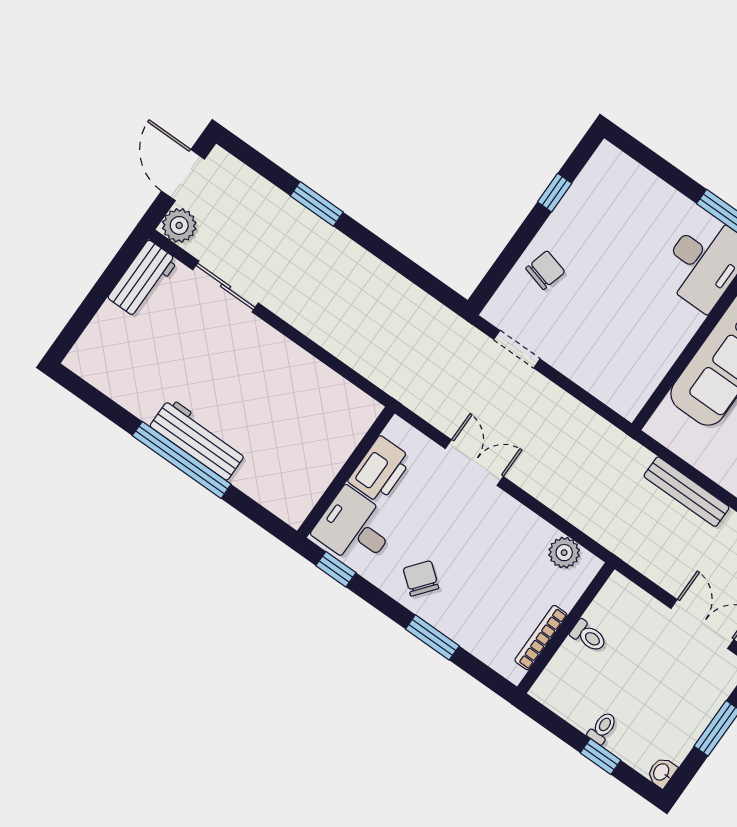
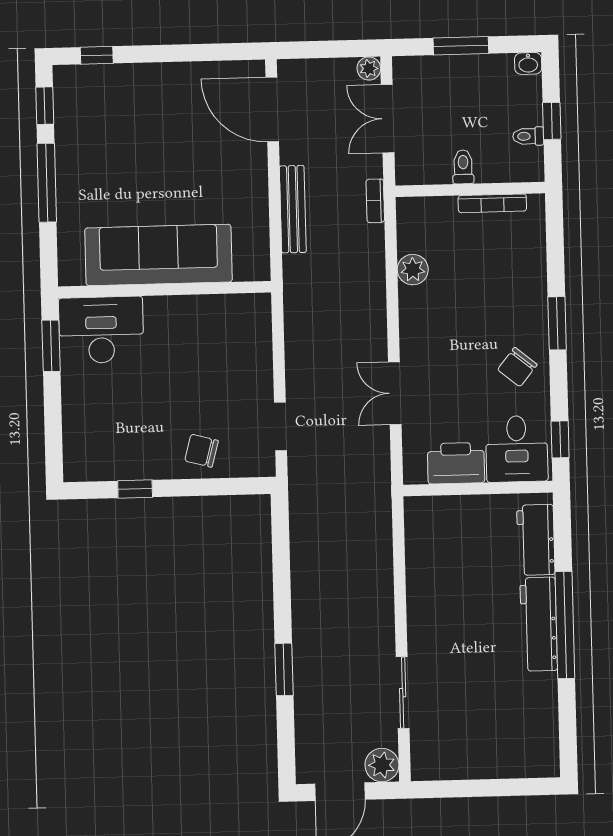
workbench: (143, 279) -> (536, 540), moved, turned -90
bookcase: (643, 564) -> (375, 201), added
wall: (566, 628) -> (470, 189), moved
toilet: (588, 636) -> (463, 167), moved
bookcase: (541, 638) -> (492, 203), moved

